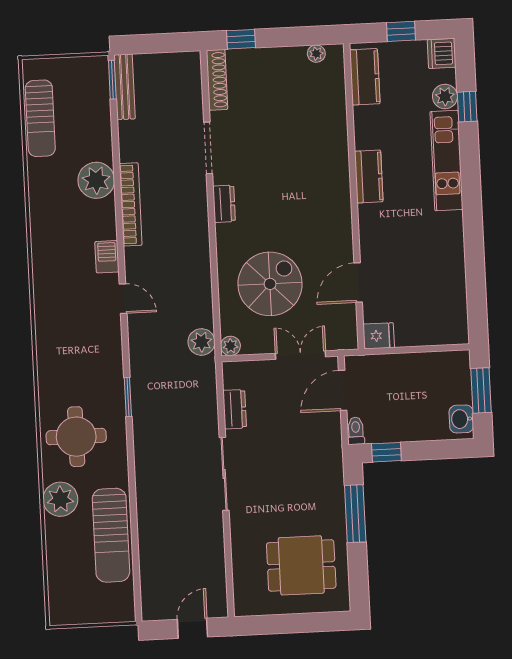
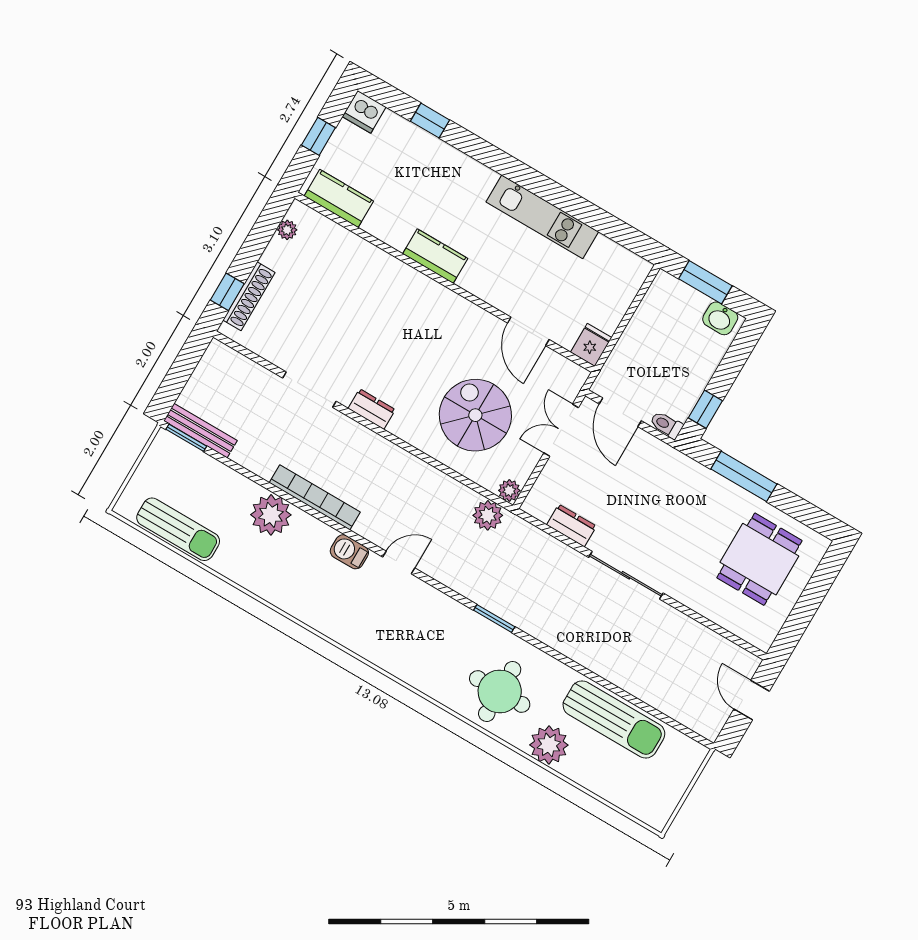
shoe rack: (217, 80) -> (249, 296), moved, turned 90
plant: (445, 96) -> (407, 135), removed
kitchen unit: (446, 161) -> (542, 217), moved

